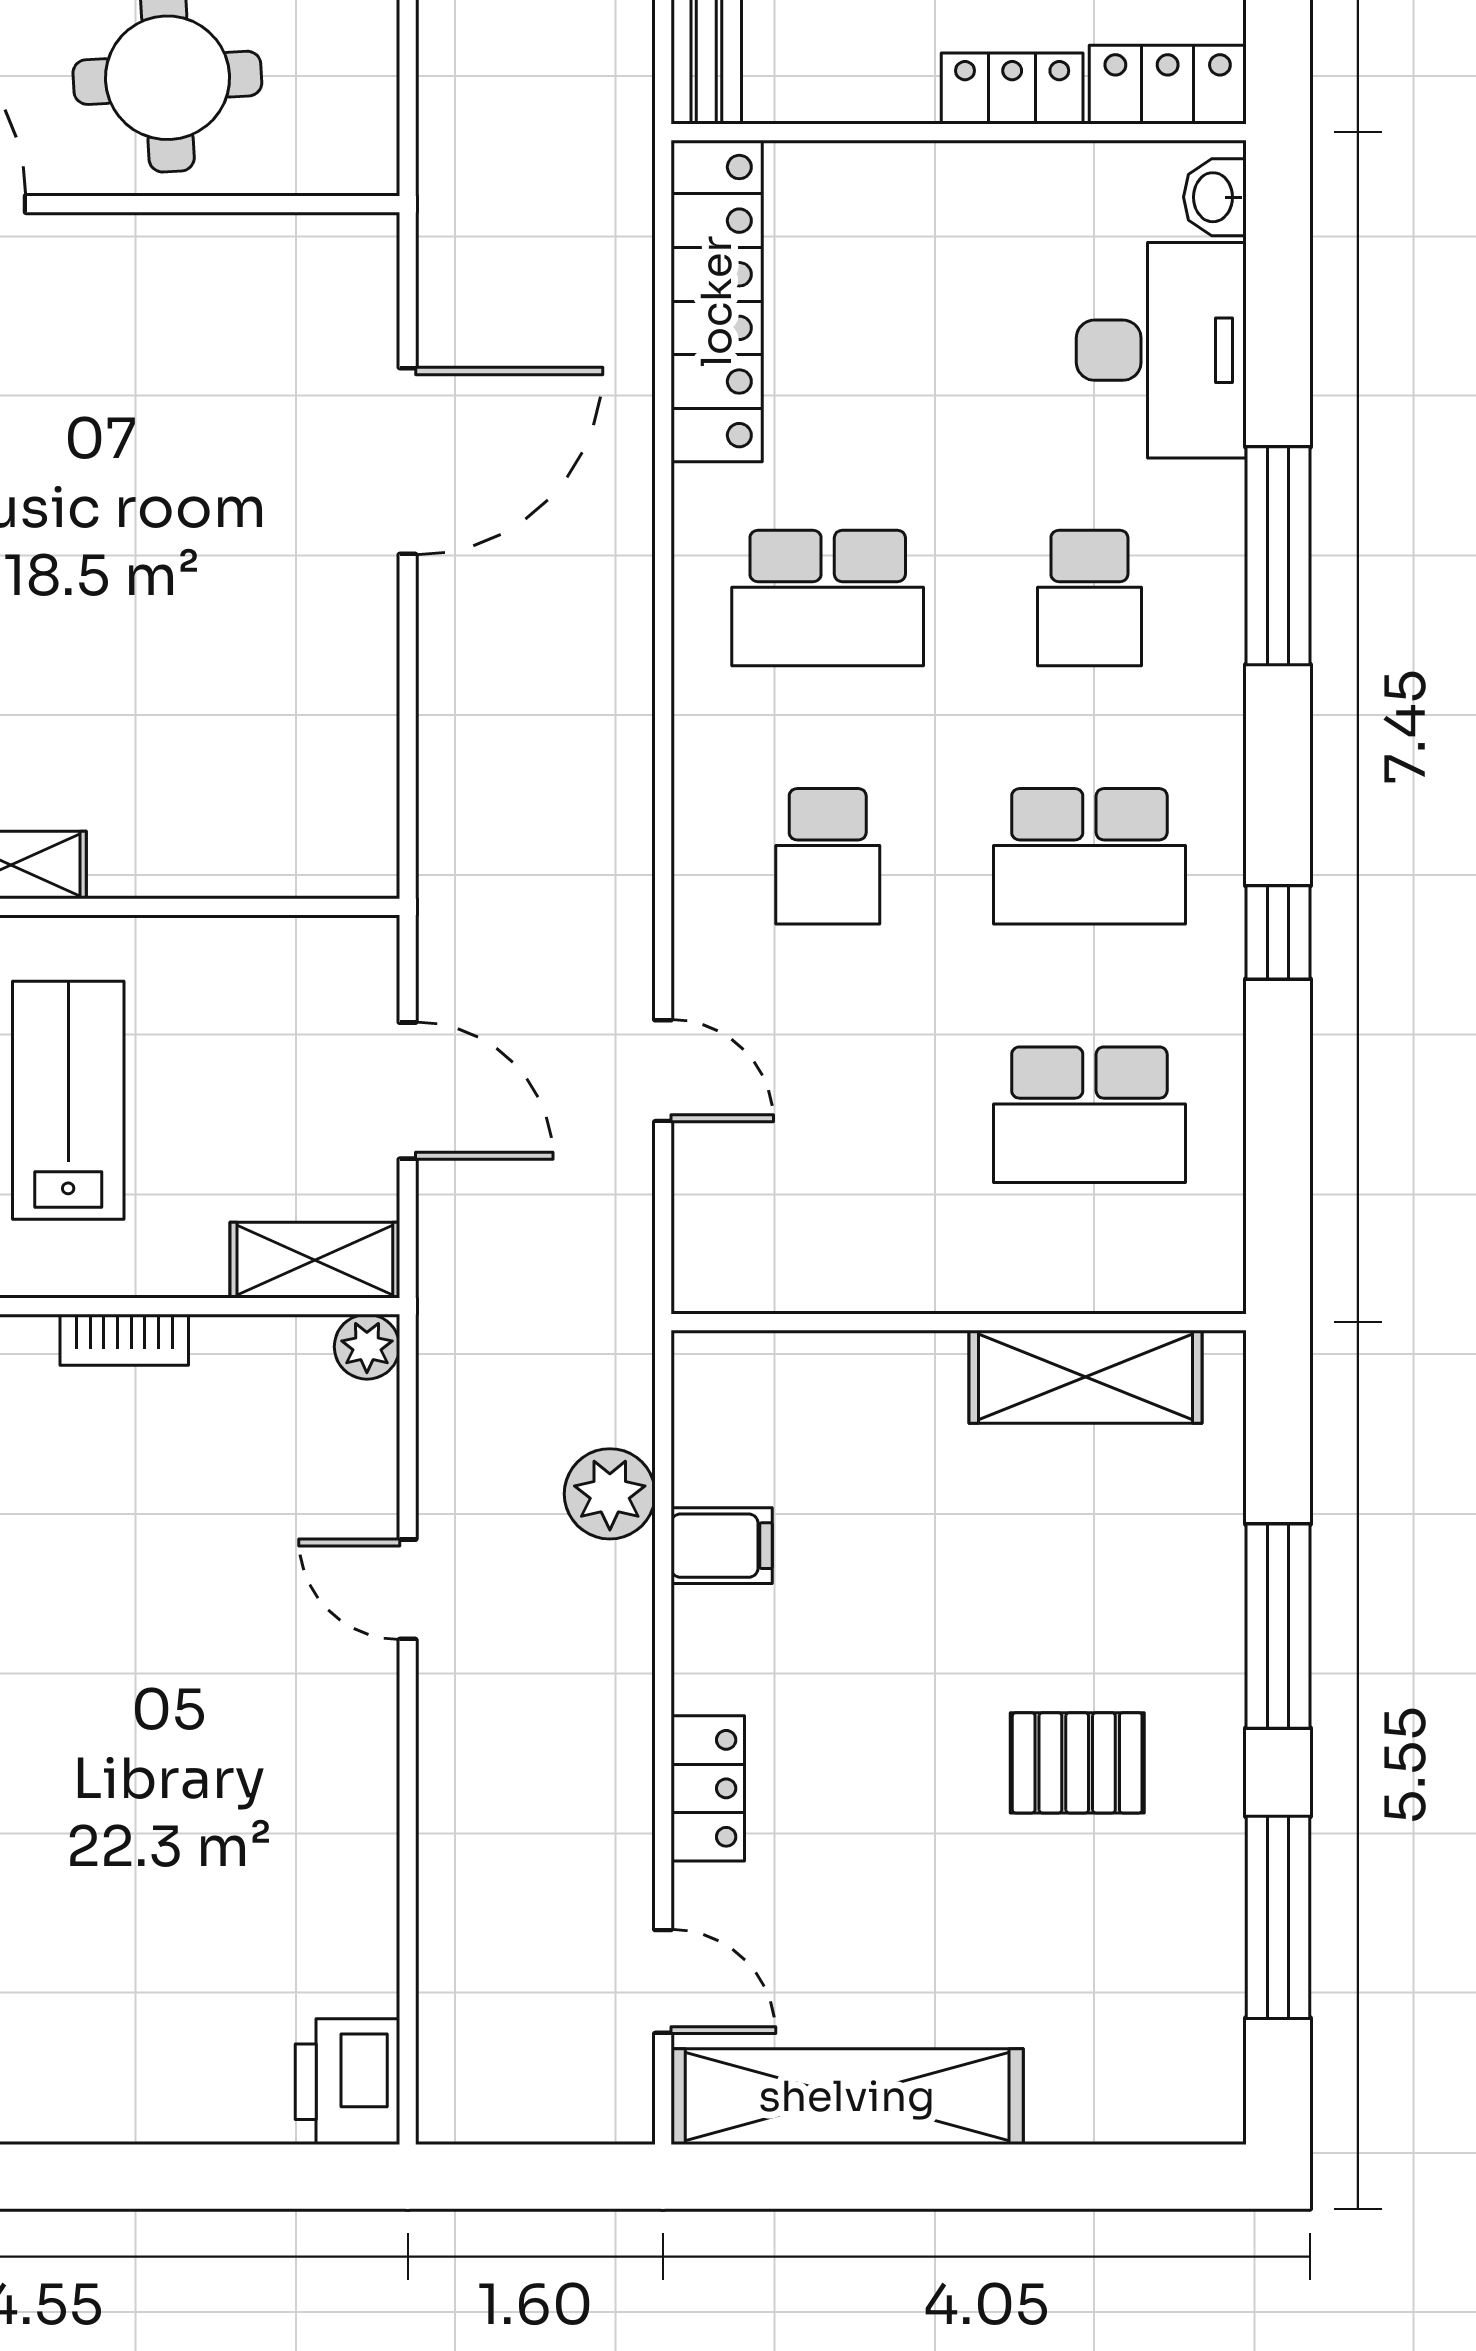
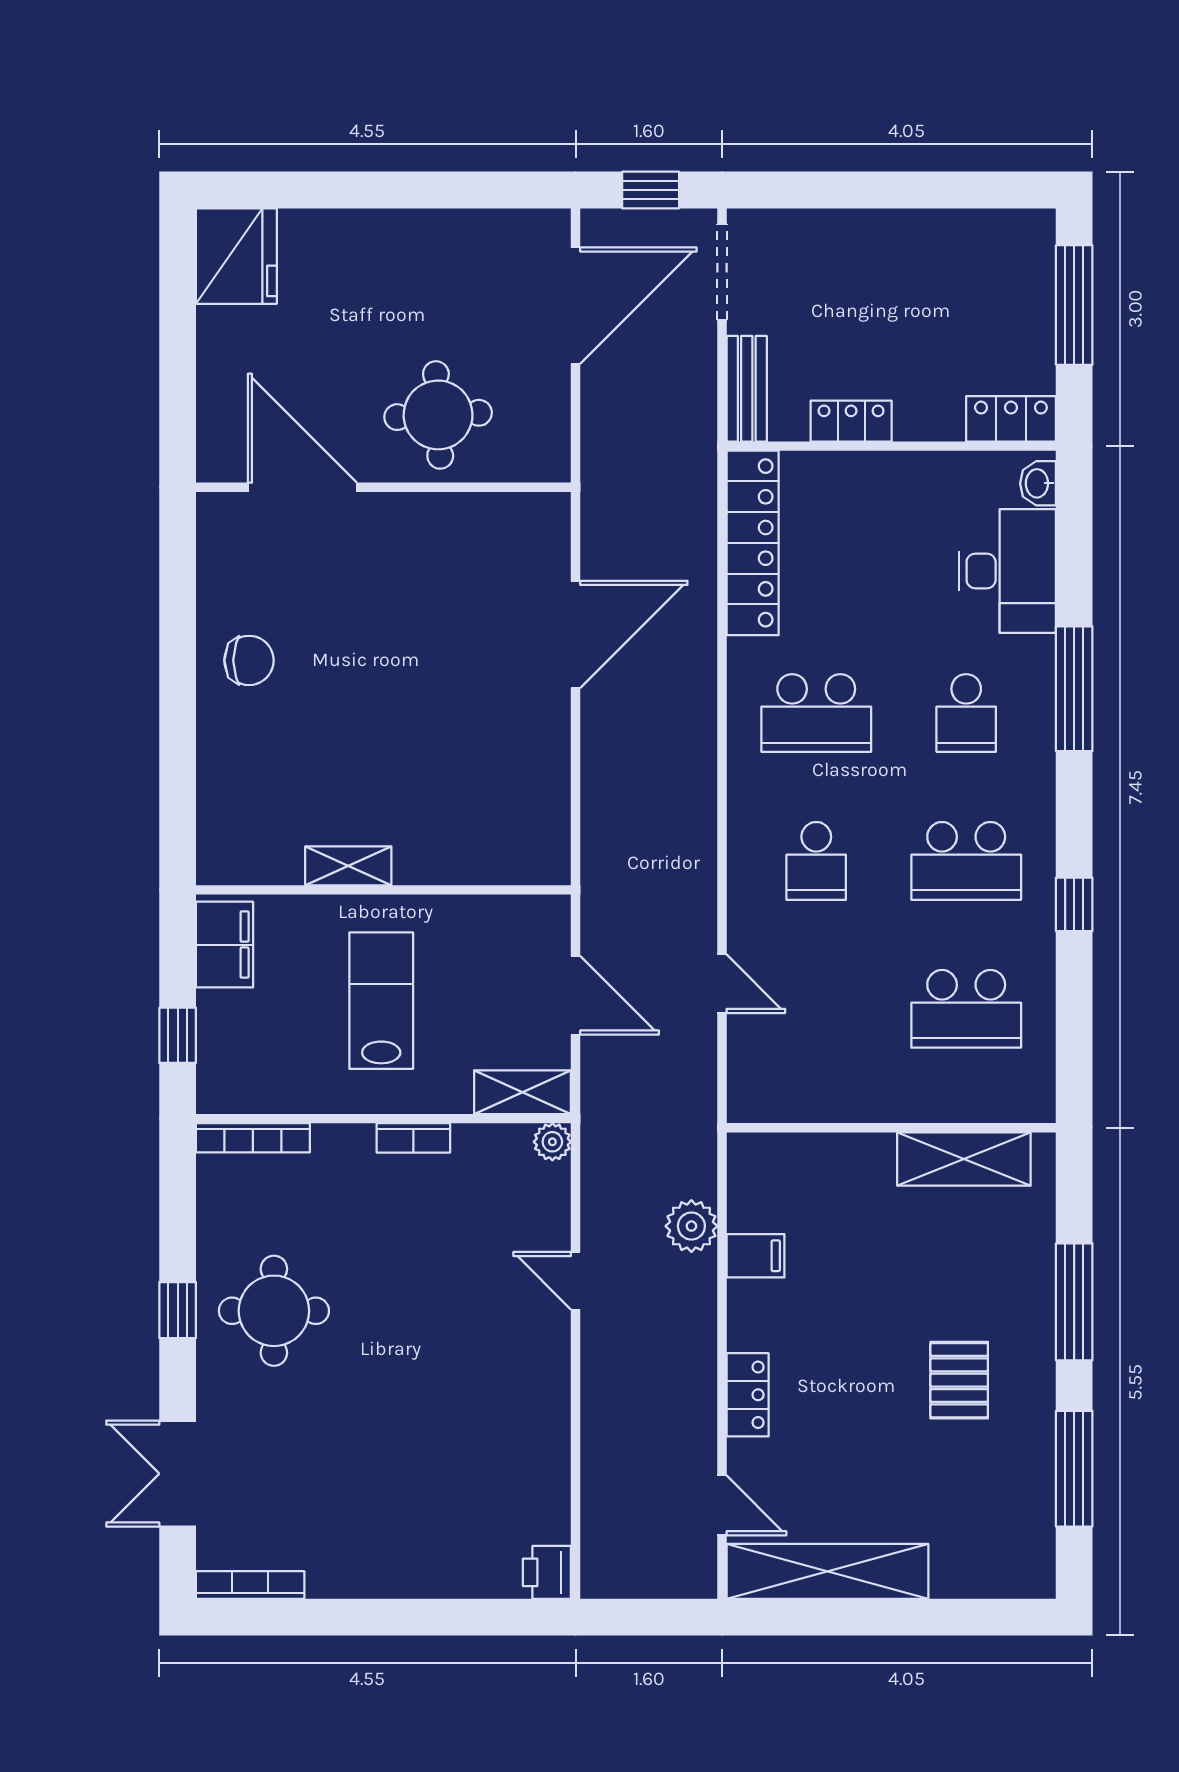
locker: (1012, 89) -> (851, 421), moved
pallet: (1077, 1763) -> (959, 1380), turned 90
printer: (347, 2082) -> (547, 1572), width x0.73, depth x0.81

